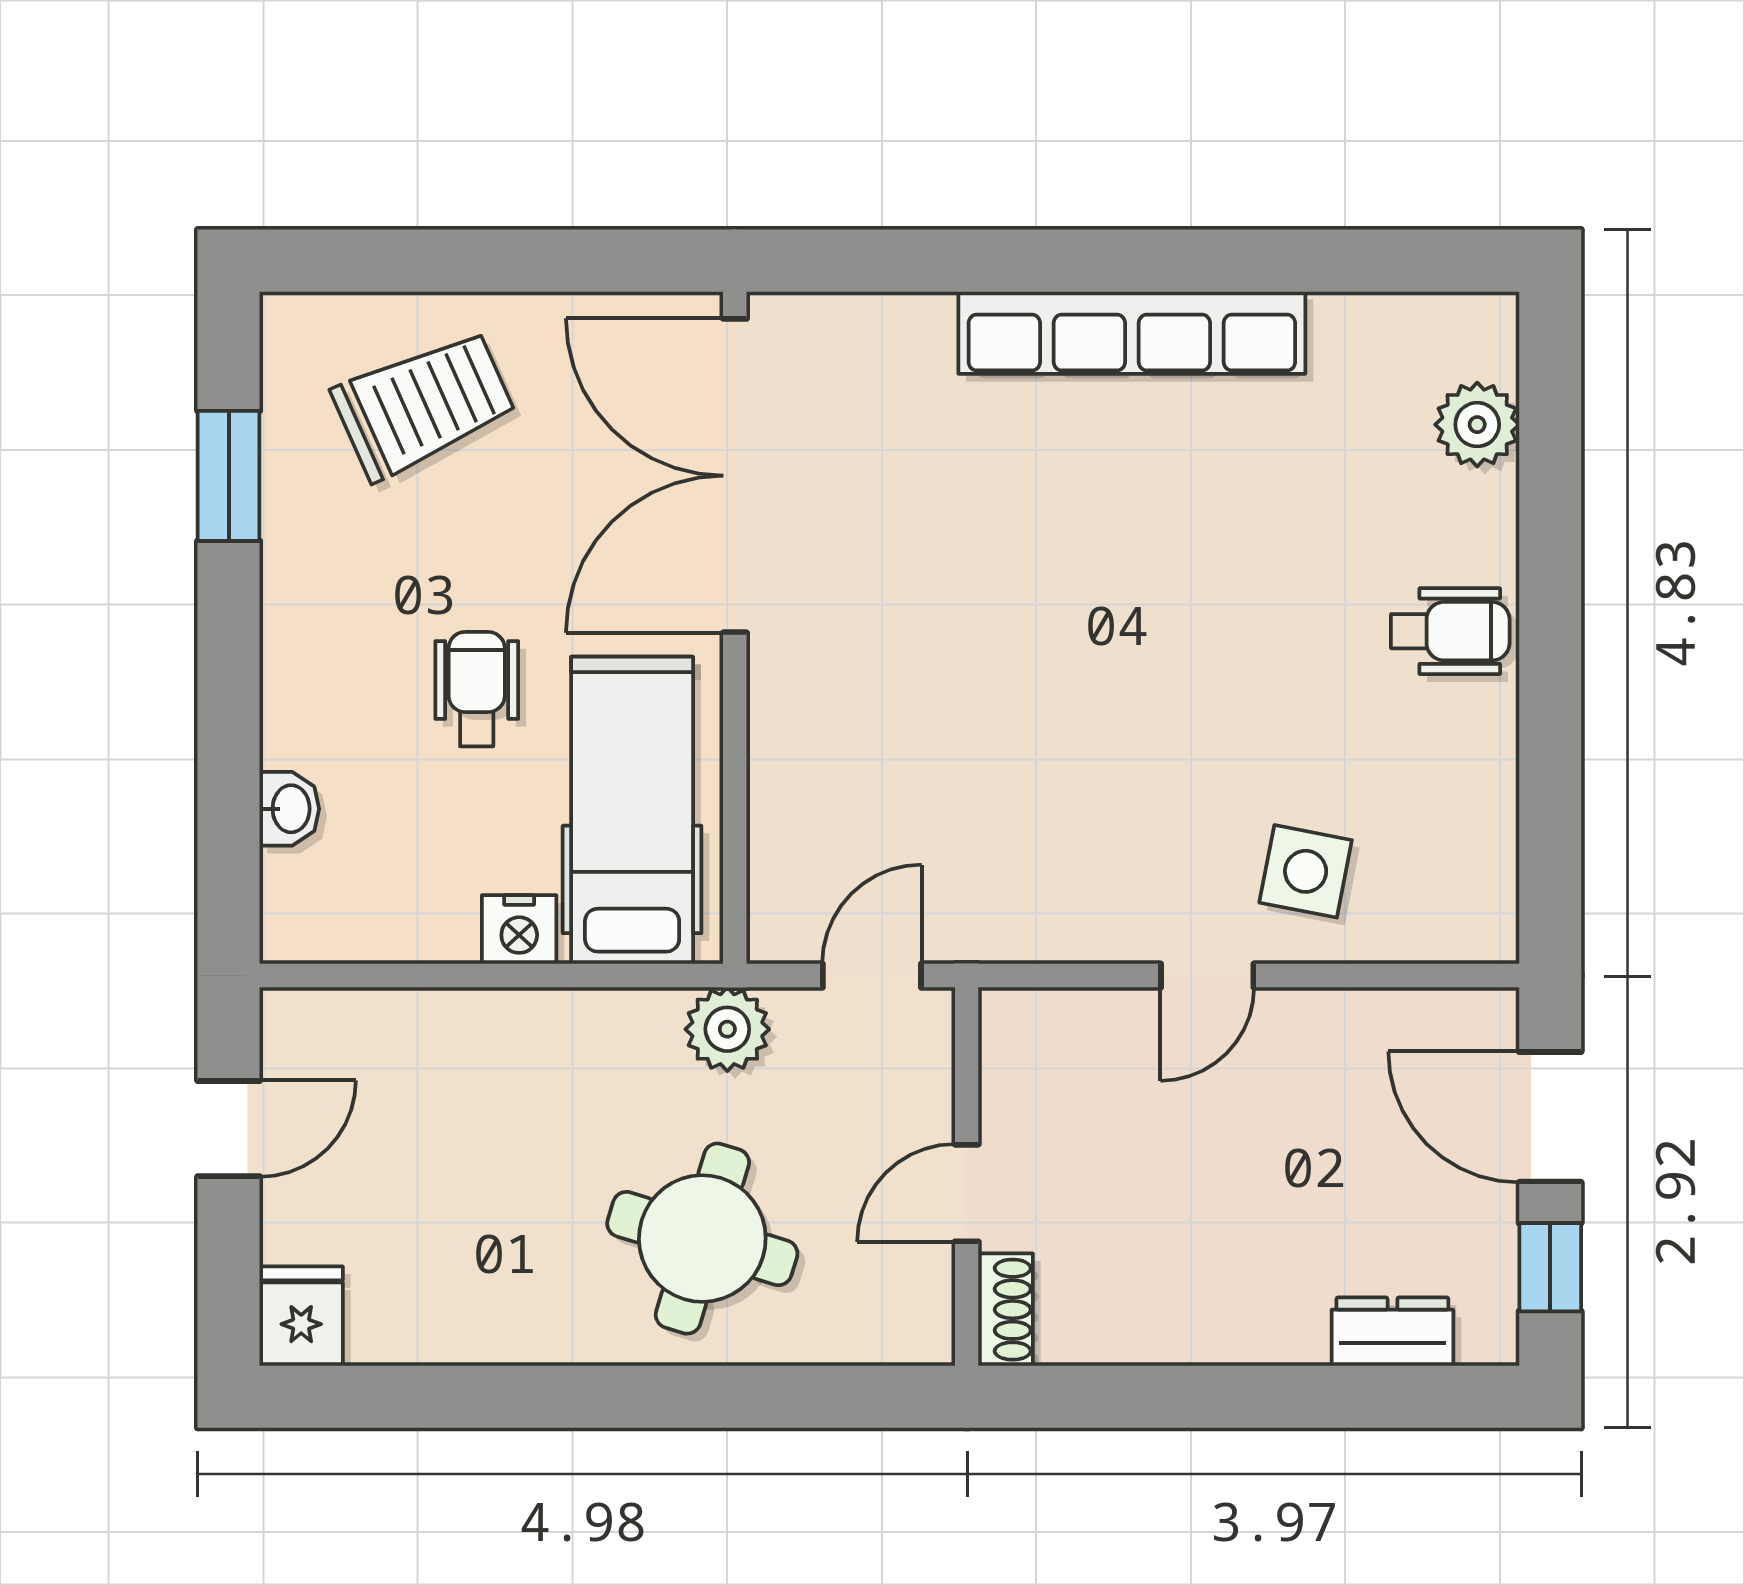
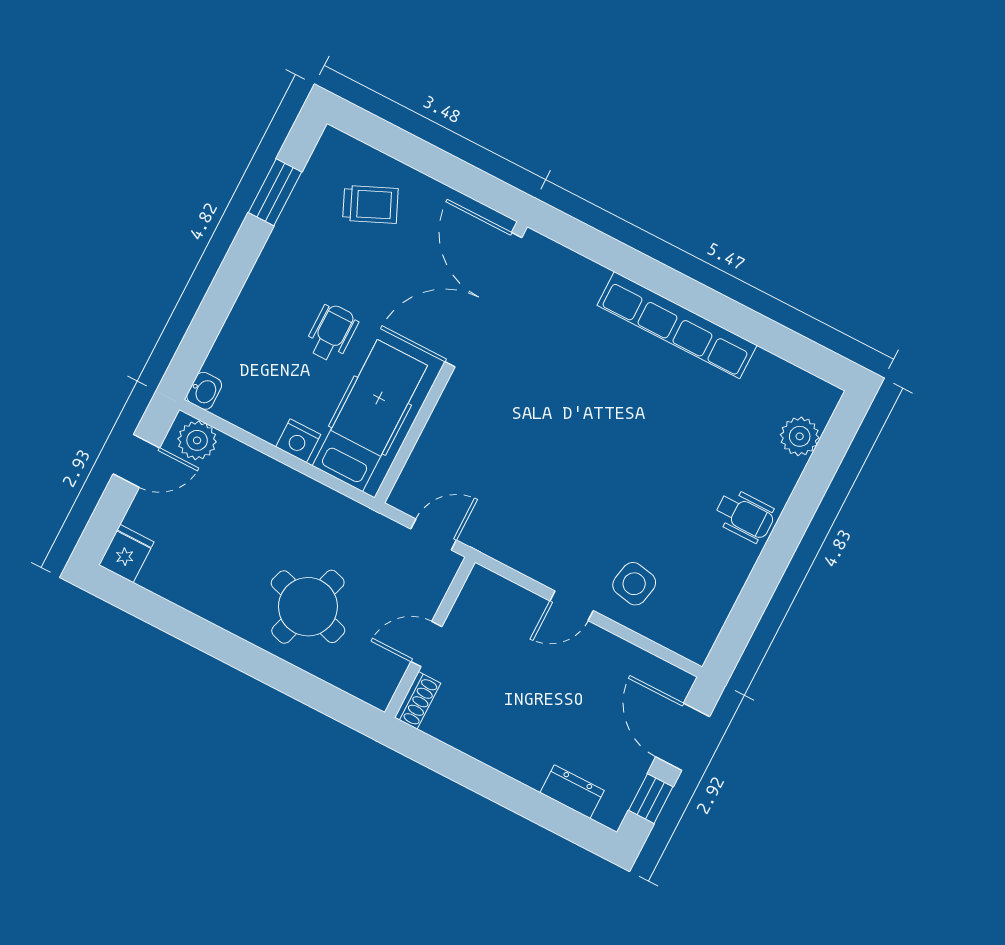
trolley: (424, 404) -> (370, 204), width x0.73, depth x0.72
washbasin: (289, 809) -> (204, 391), moved
plant: (727, 1029) -> (197, 440), moved

